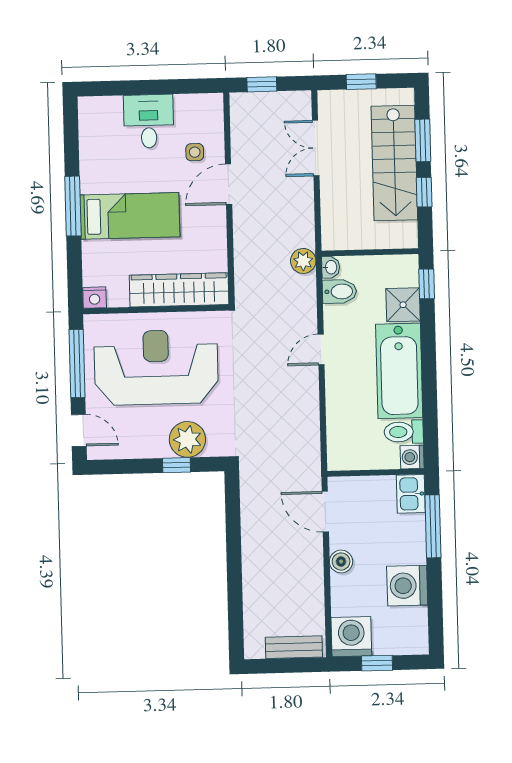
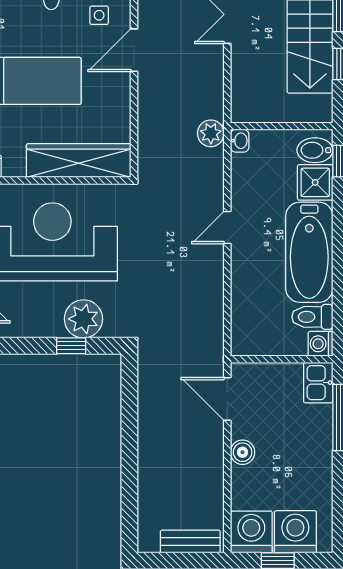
bidet: (339, 292) -> (315, 150), moved, turned 180
washing machine: (407, 586) -> (295, 532), moved, turned 90

